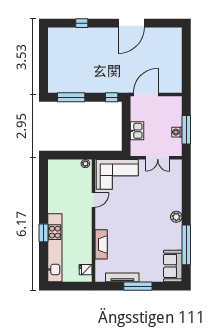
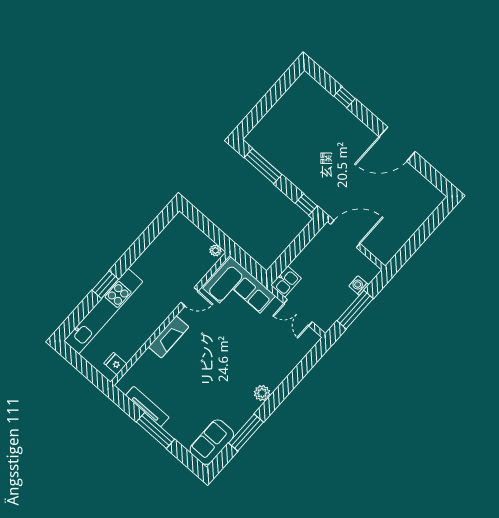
kitchen sink: (137, 131) -> (286, 282), moved
washing machine: (177, 132) -> (359, 285), moved
fireplace: (101, 244) -> (169, 337), moved
window: (186, 245) -> (246, 433), width x0.68

